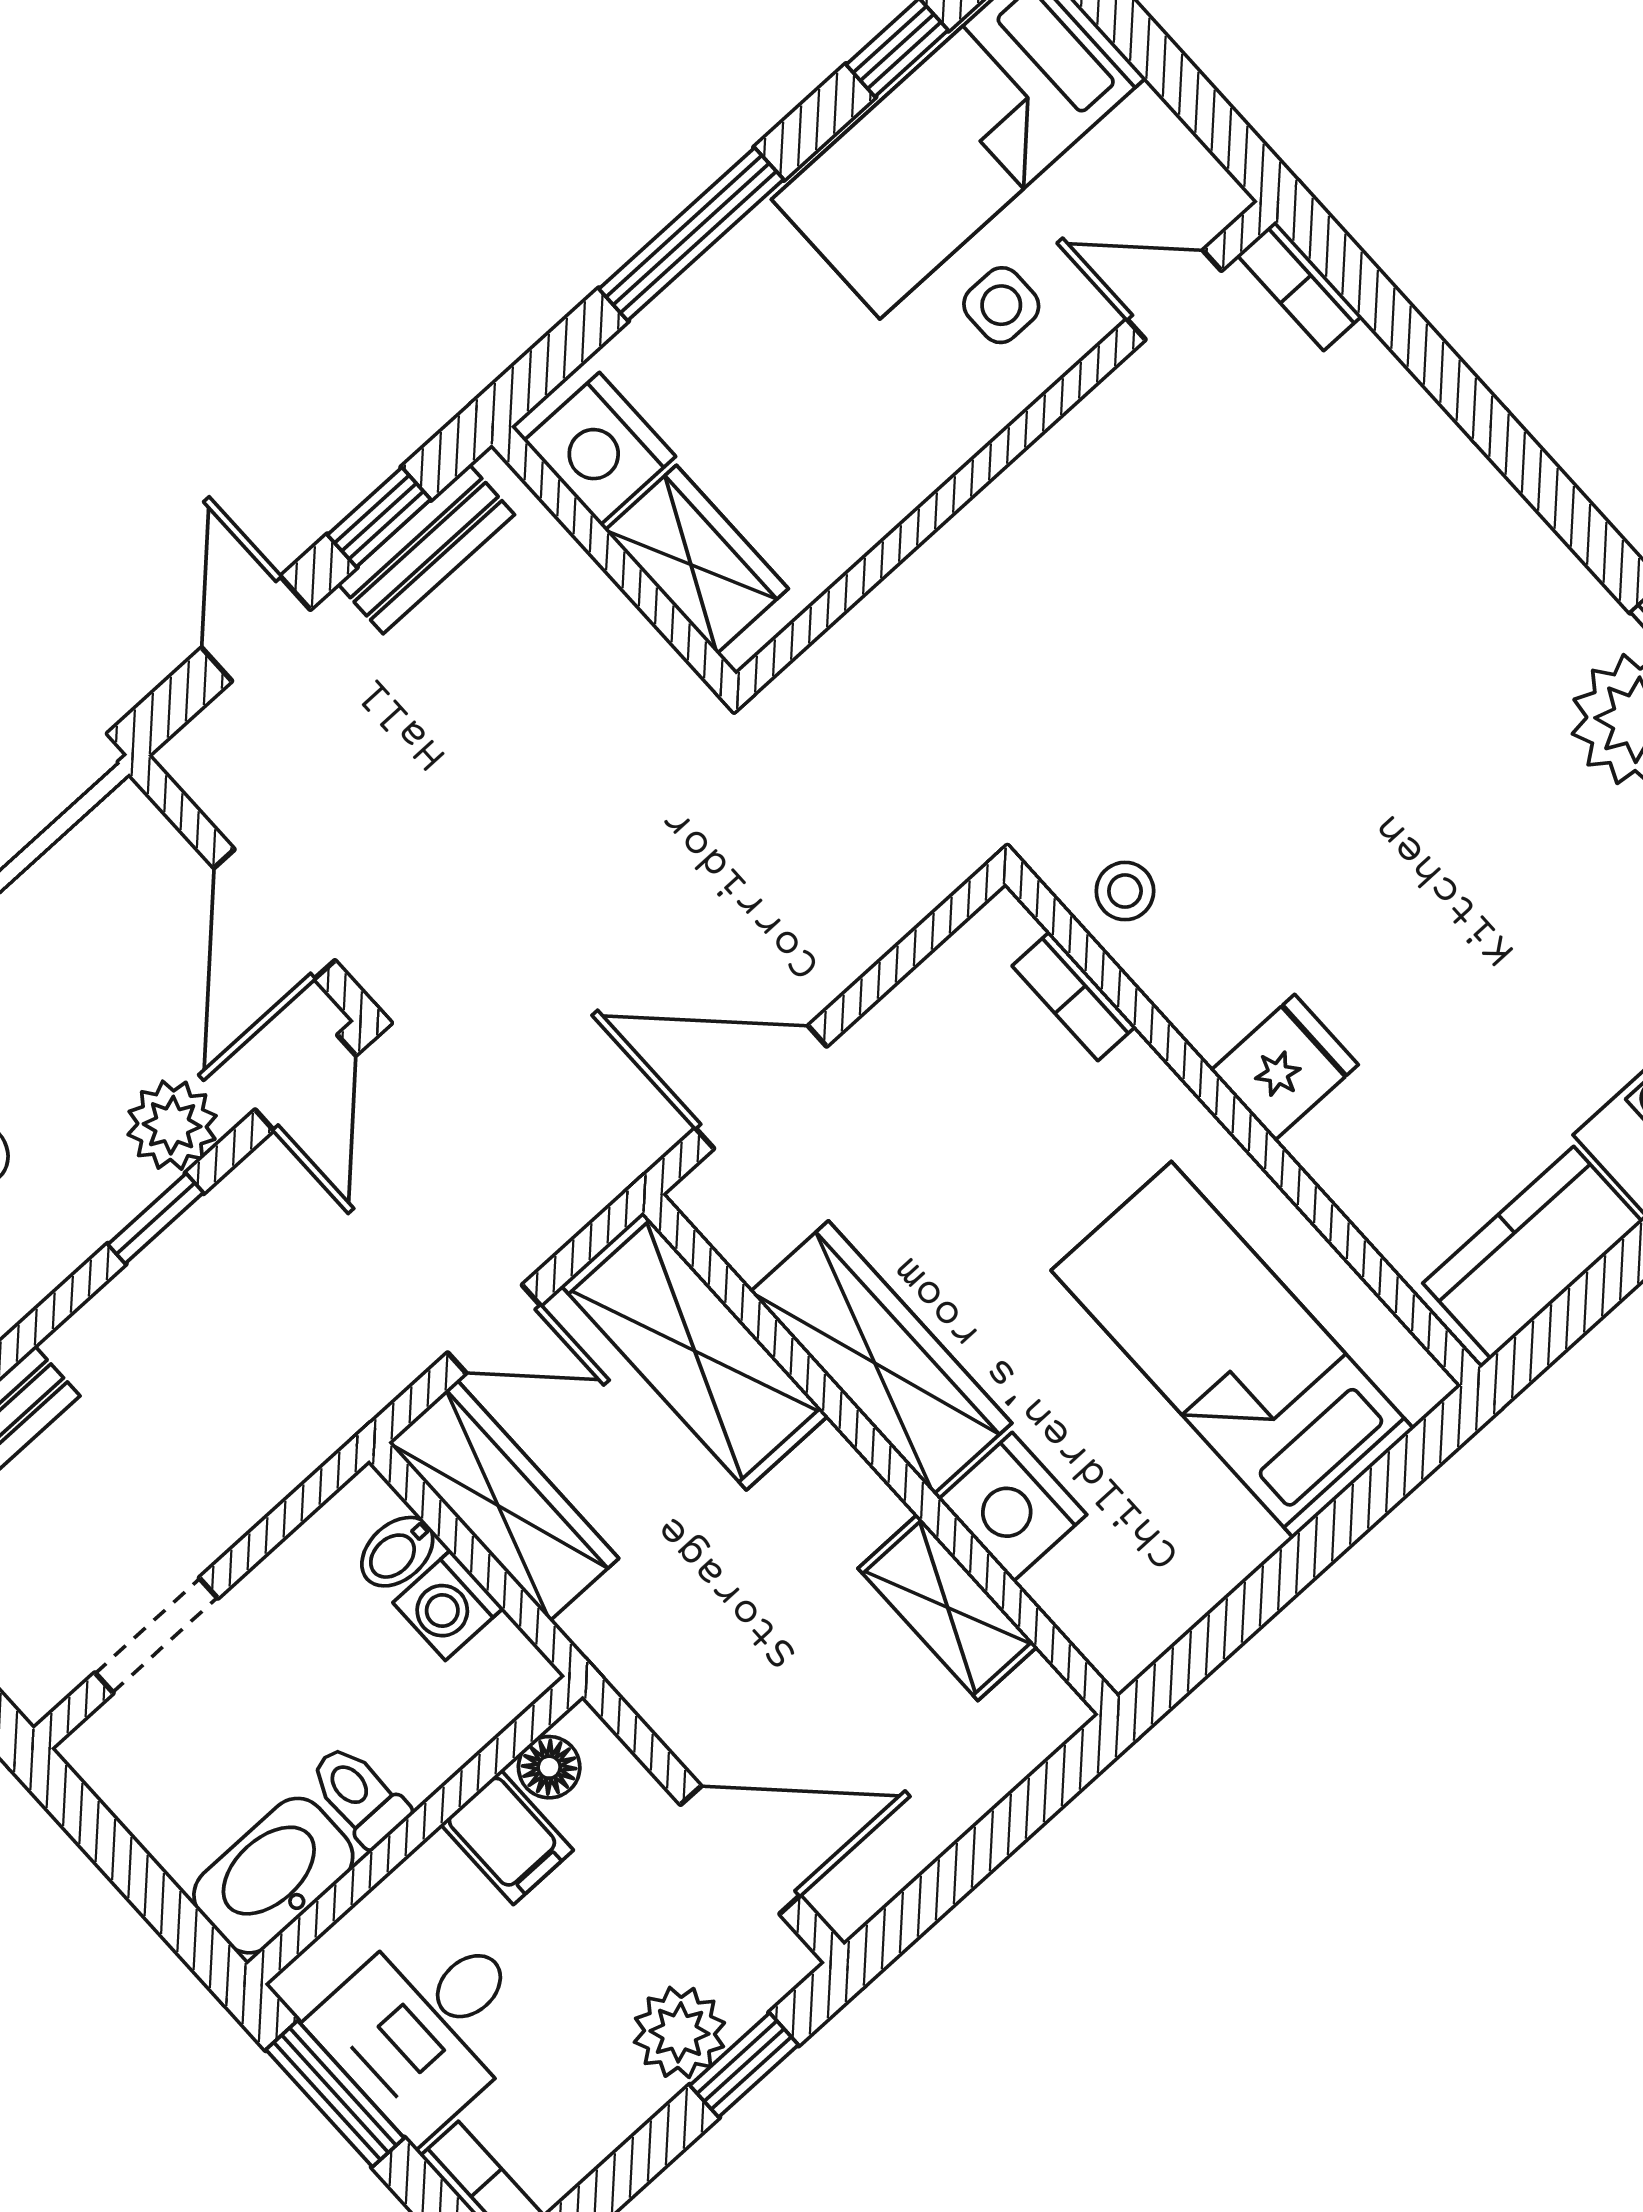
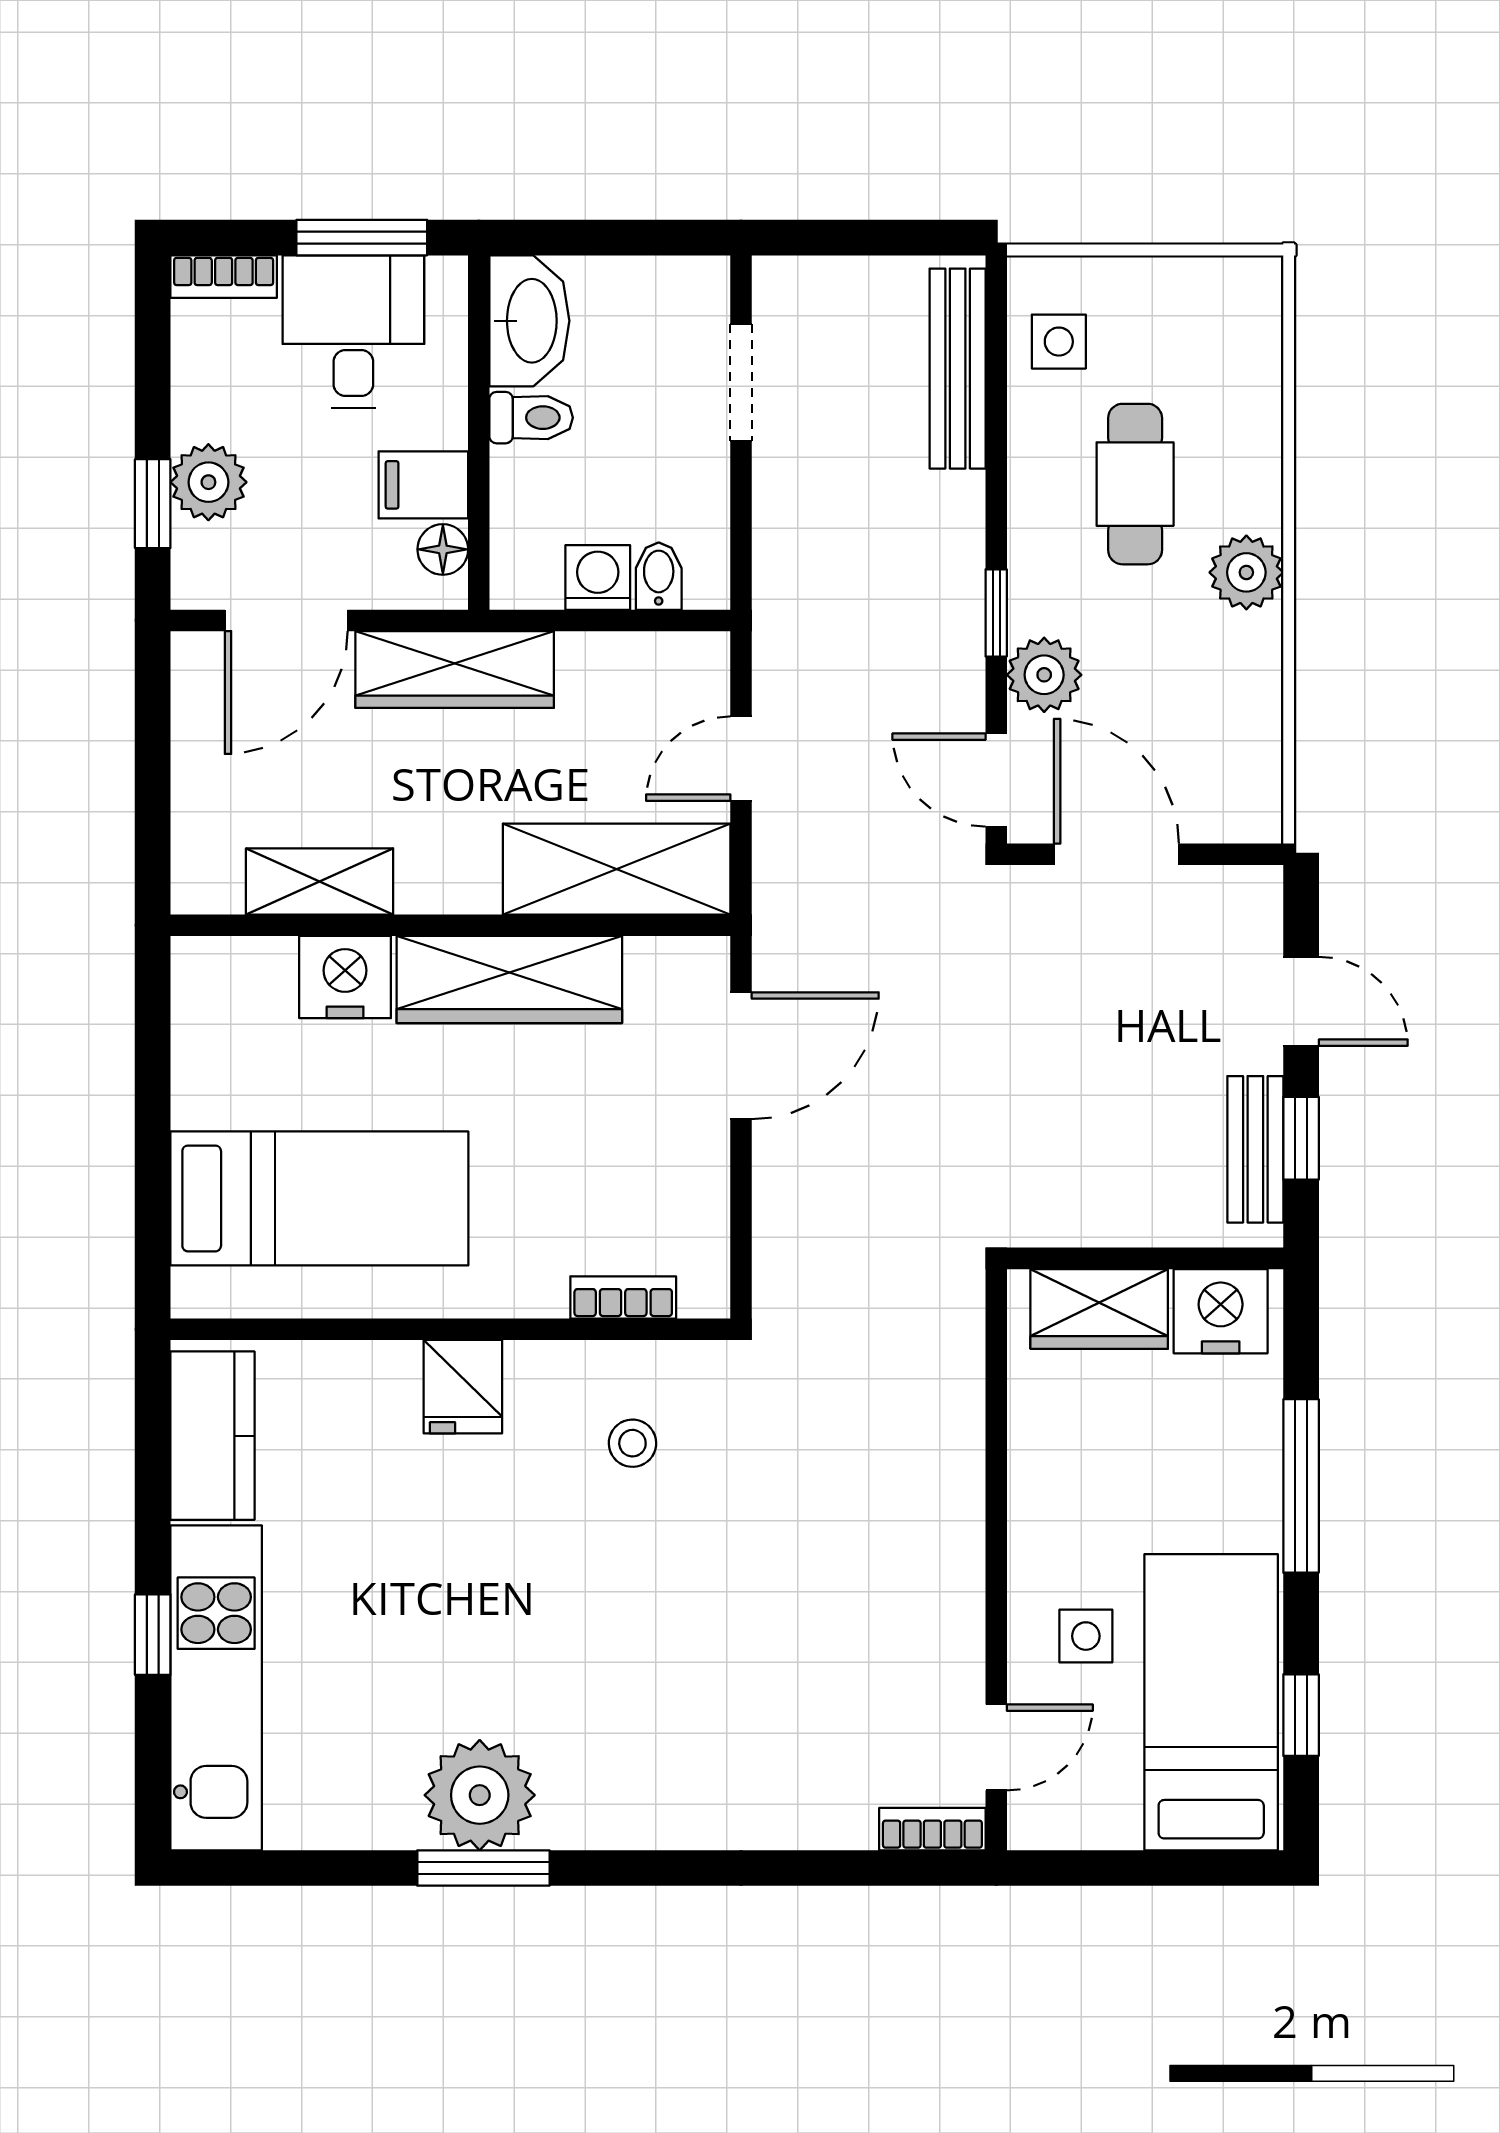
stool: (1125, 891) -> (632, 1443), moved
wardrobe: (504, 1500) -> (455, 669), moved

